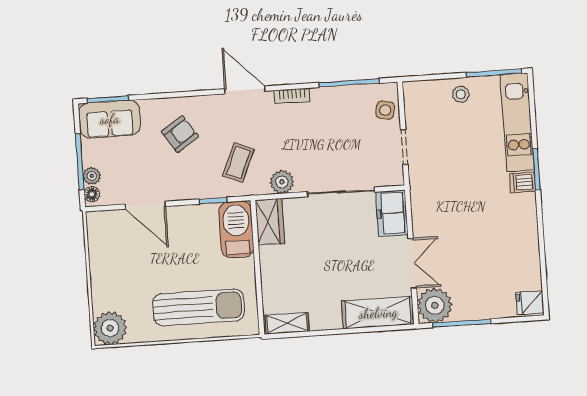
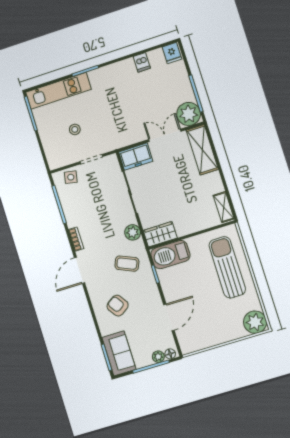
stool: (461, 94) -> (75, 129), moved
dishwasher: (523, 182) -> (142, 62), moved

